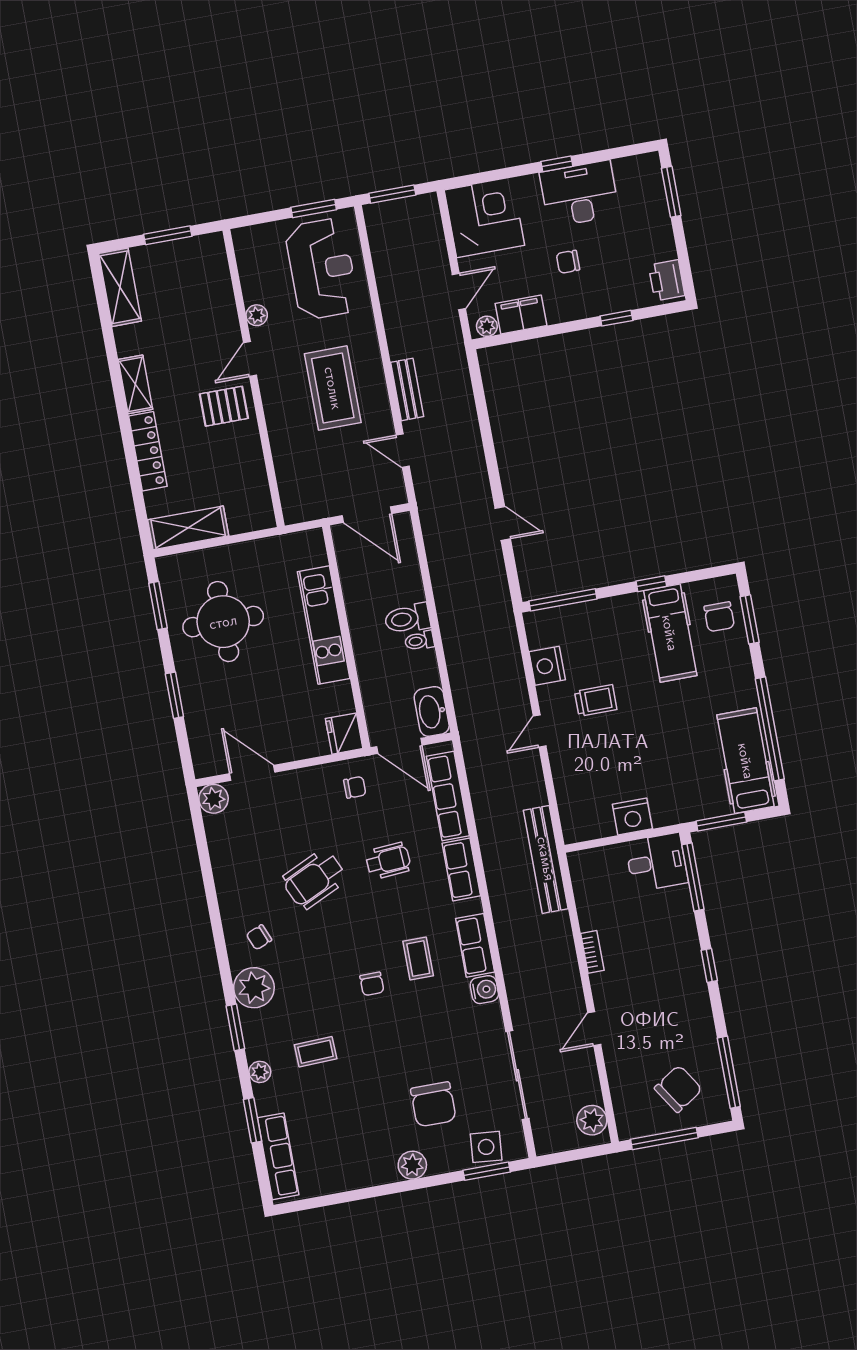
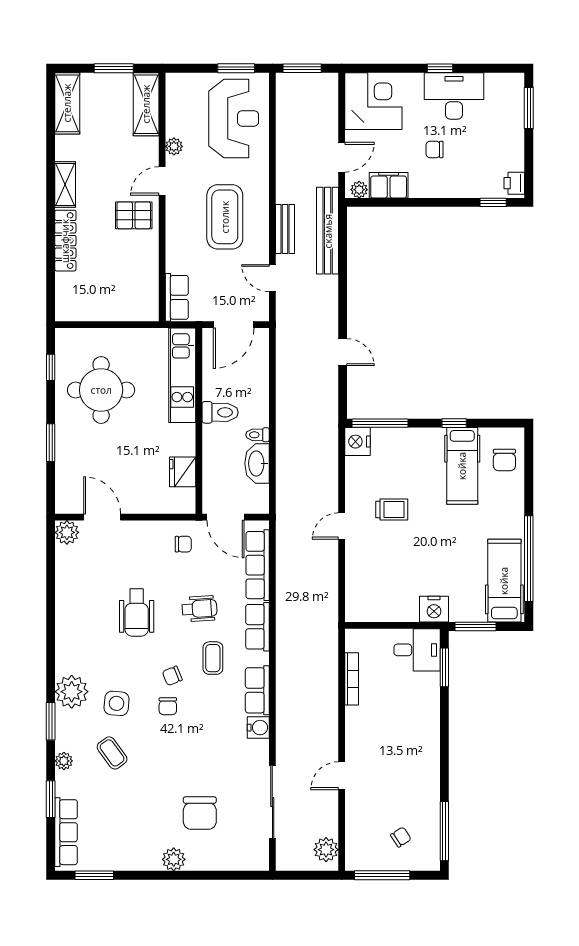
printer: (667, 280) -> (514, 183), width x0.73, depth x0.81
window: (616, 318) -> (493, 202), moved
row of seats: (293, 495) -> (177, 297), added
door: (367, 515) -> (234, 325), hinge flipped
shelving: (188, 528) -> (146, 104), moved, turned 90
window: (158, 606) -> (51, 367), width x0.67
toilet: (407, 619) -> (220, 412), moved, turned 180
window: (750, 619) -> (529, 467), removed
kitchen unit: (324, 625) -> (182, 375), moved
nightstand: (547, 666) -> (357, 442), moved
washbasin: (432, 711) -> (257, 463), moved
fridge: (344, 734) -> (183, 472), moved
nightstand: (632, 817) -> (434, 609), moved
bench: (546, 859) -> (328, 231), moved
window: (693, 877) -> (444, 667), width x0.69
wheelchair: (314, 879) -> (137, 613), turned -65
chair: (259, 937) -> (172, 676), moved
bookcase: (592, 952) -> (352, 679), moved, width x1.56
coffee table: (418, 959) -> (213, 658), moved
window: (709, 965) -> (444, 741), removed
coffee table: (316, 1052) -> (112, 753), turned 56
chair: (678, 1089) -> (401, 837), width x0.54, depth x0.54
side table: (486, 1147) -> (117, 703), moved
window: (487, 1171) -> (94, 875), moved

